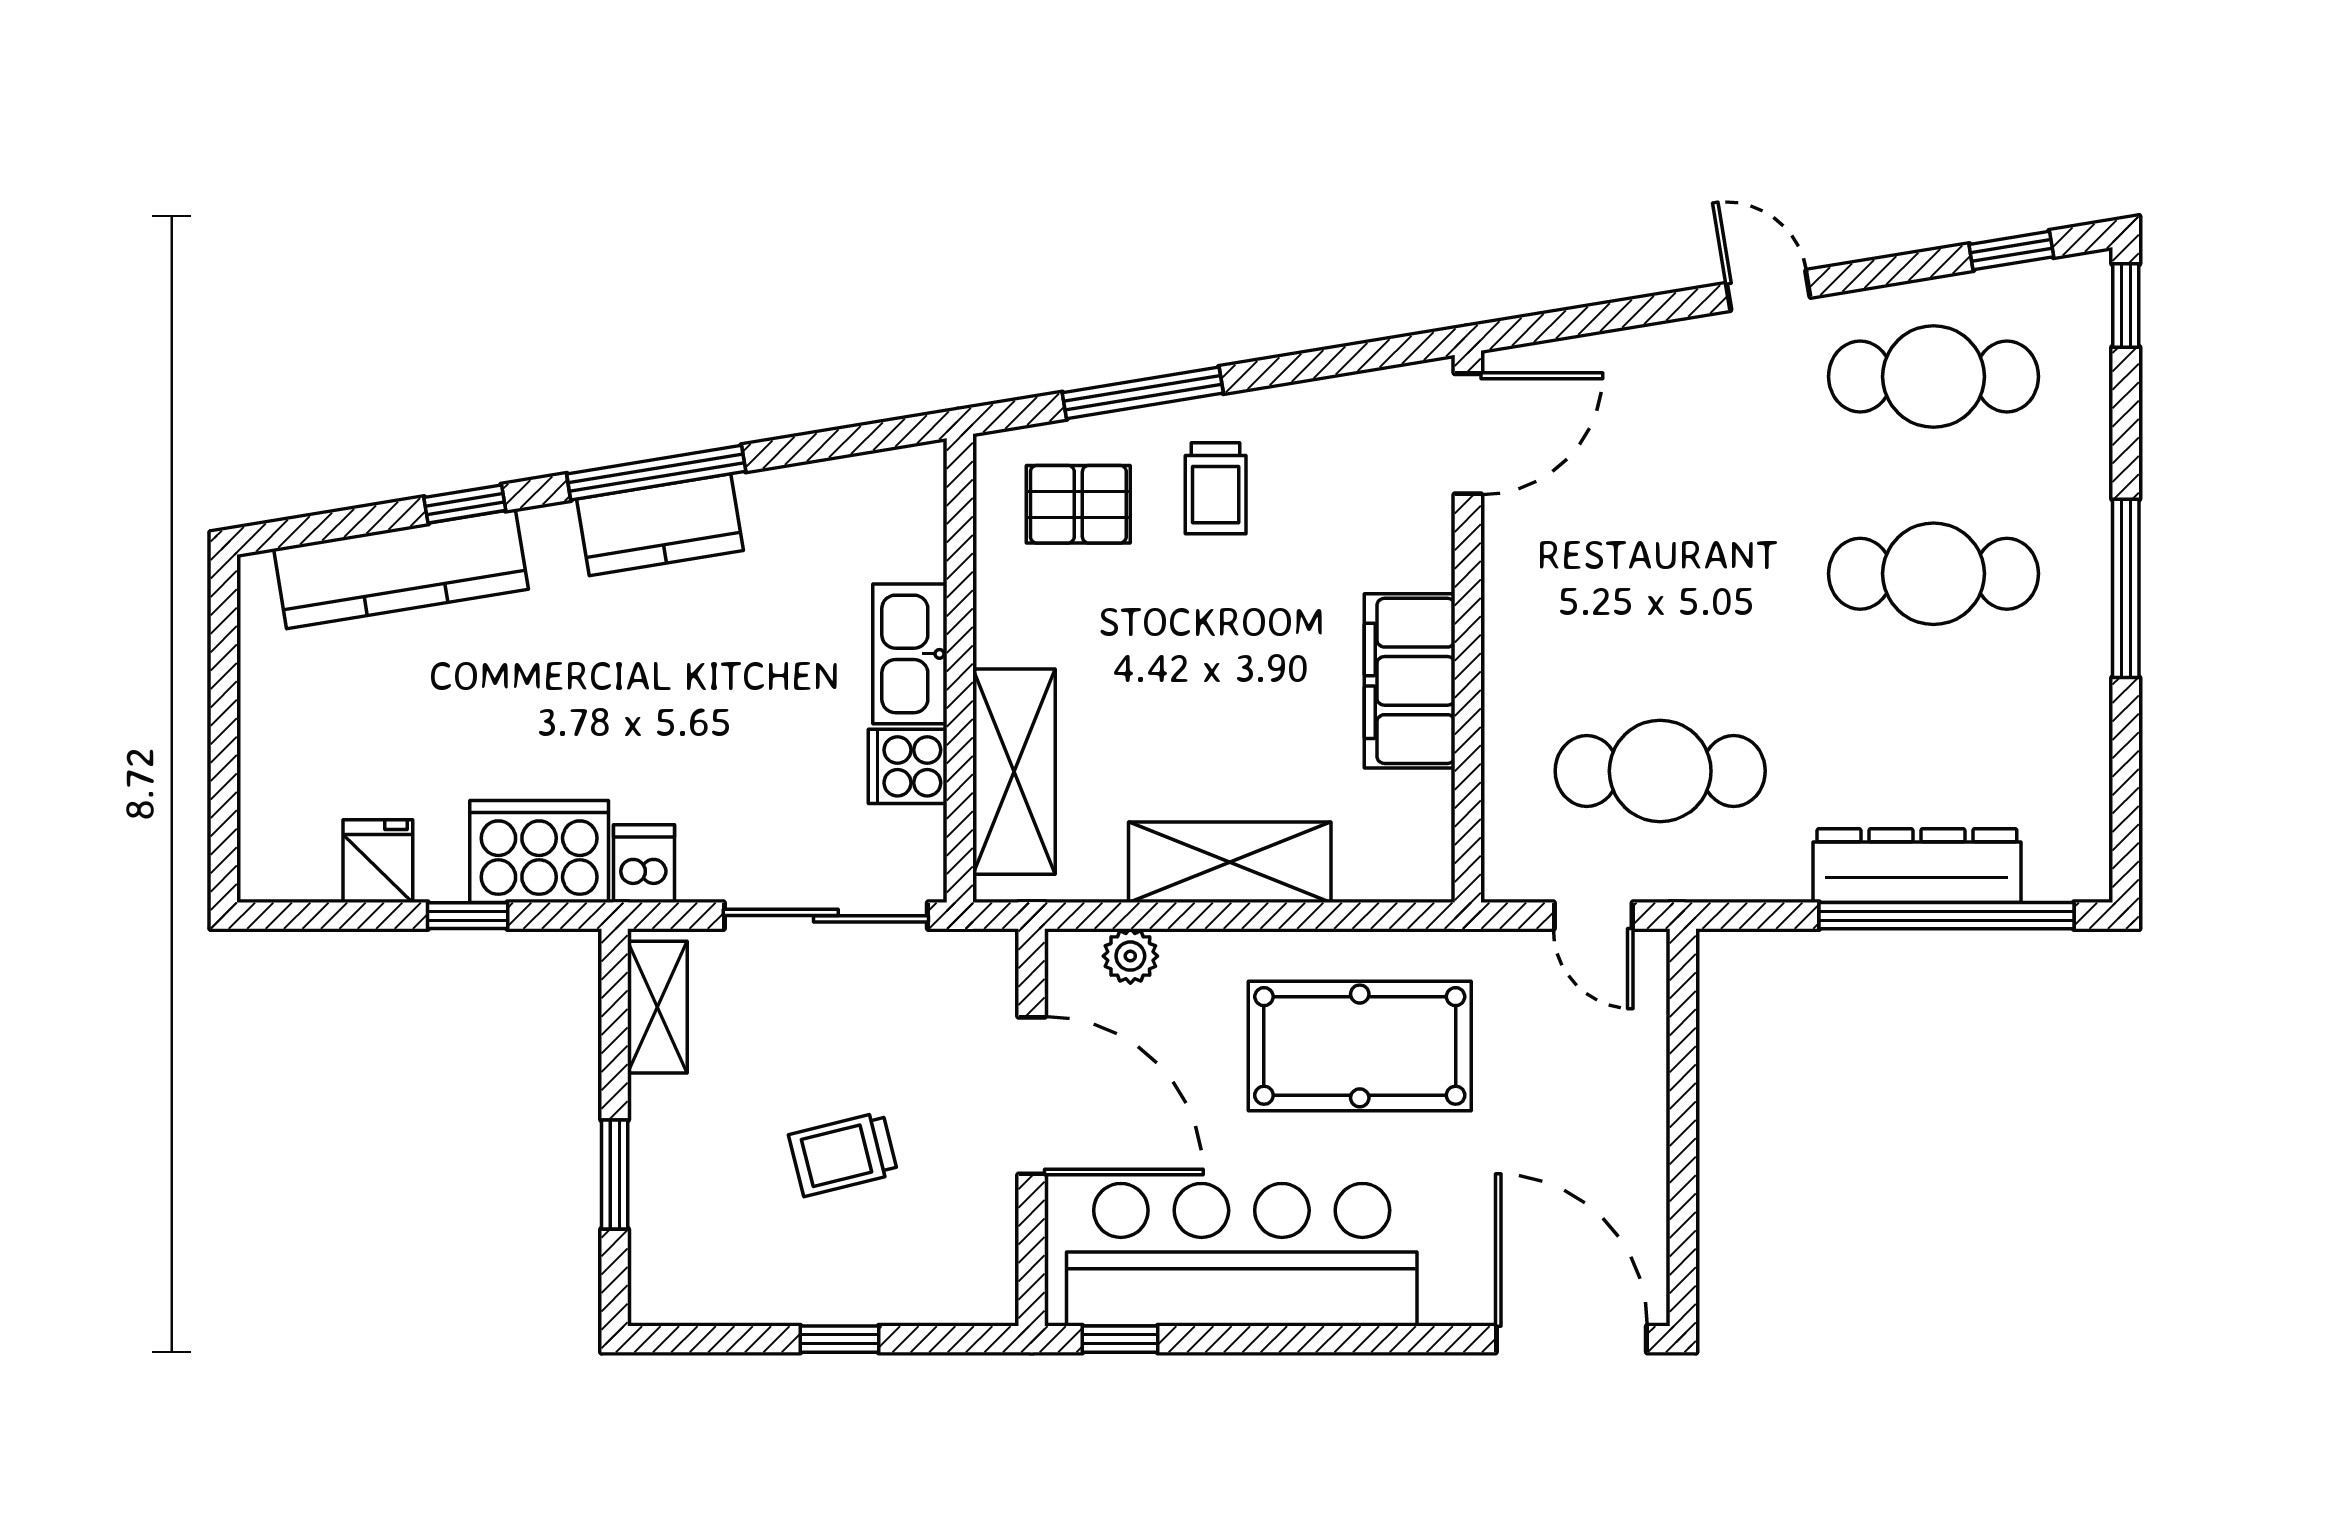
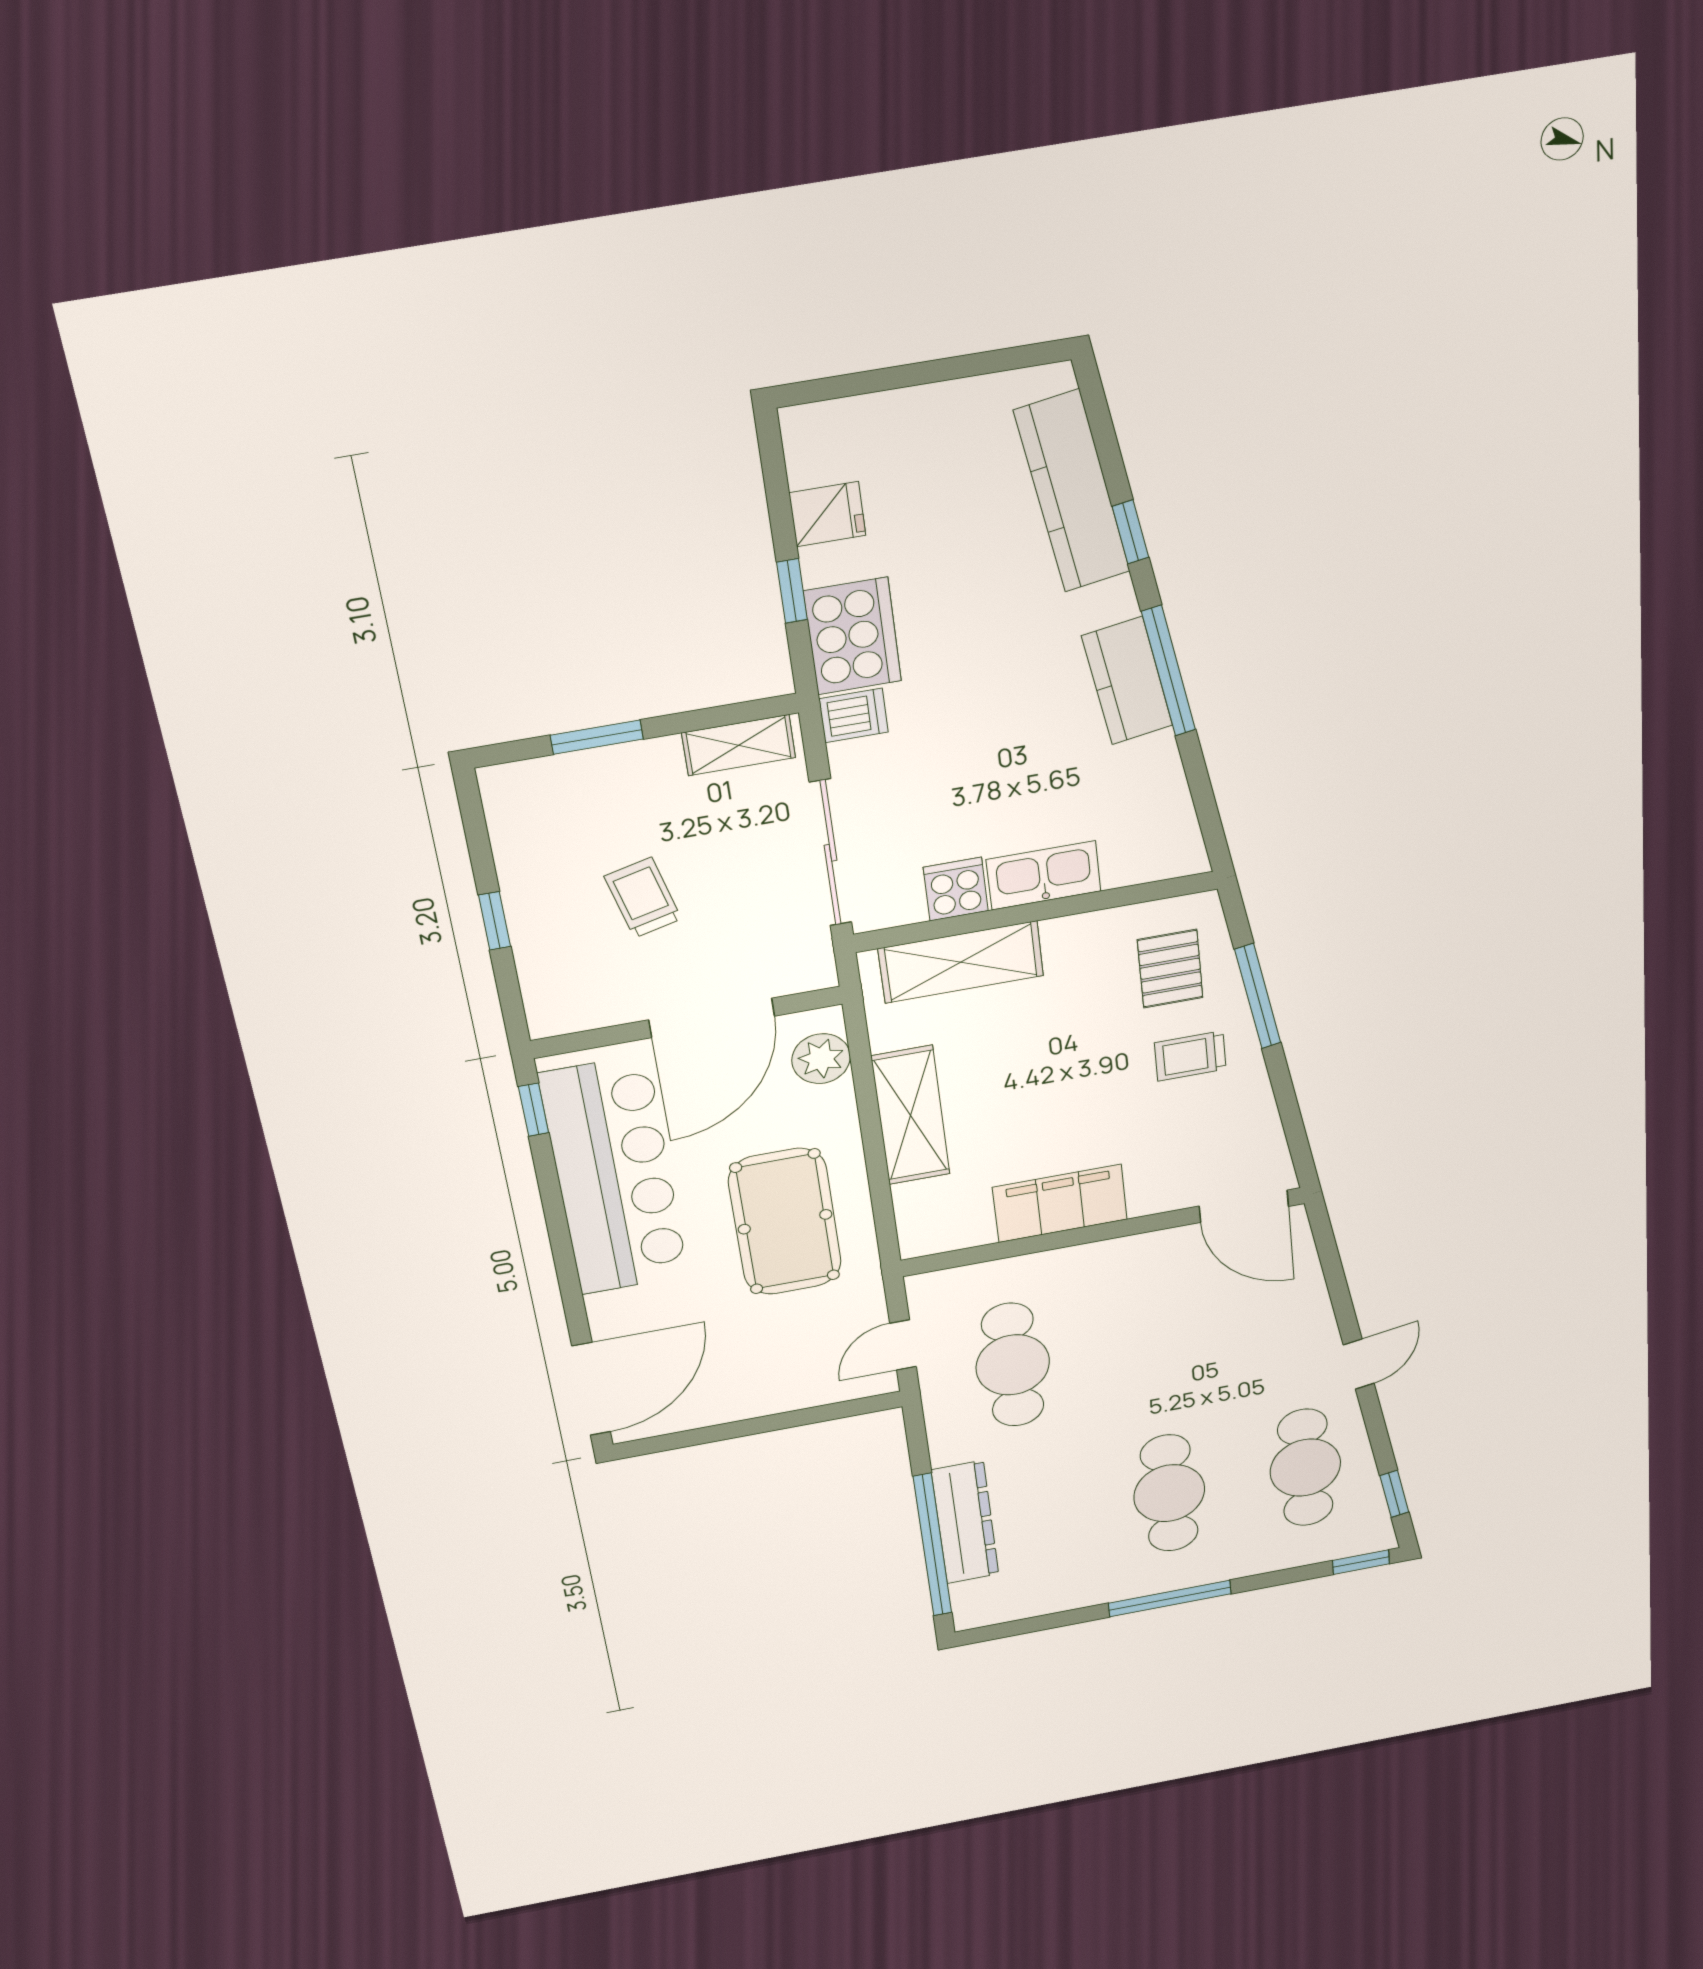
plant: (1130, 956) -> (821, 1059), width x1.38, depth x1.38

